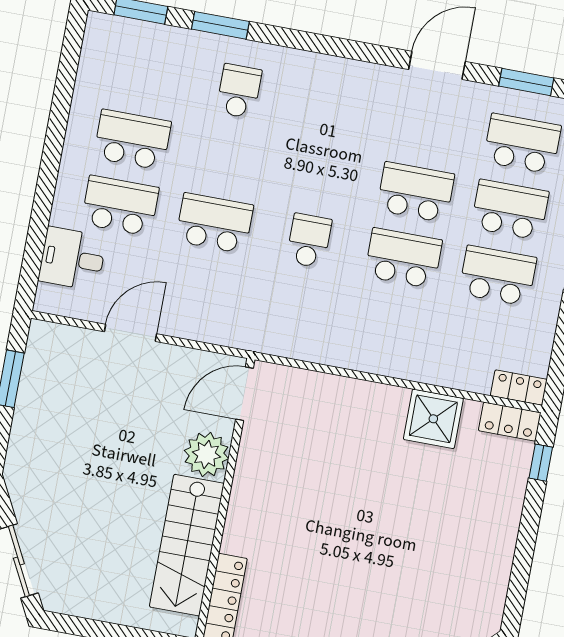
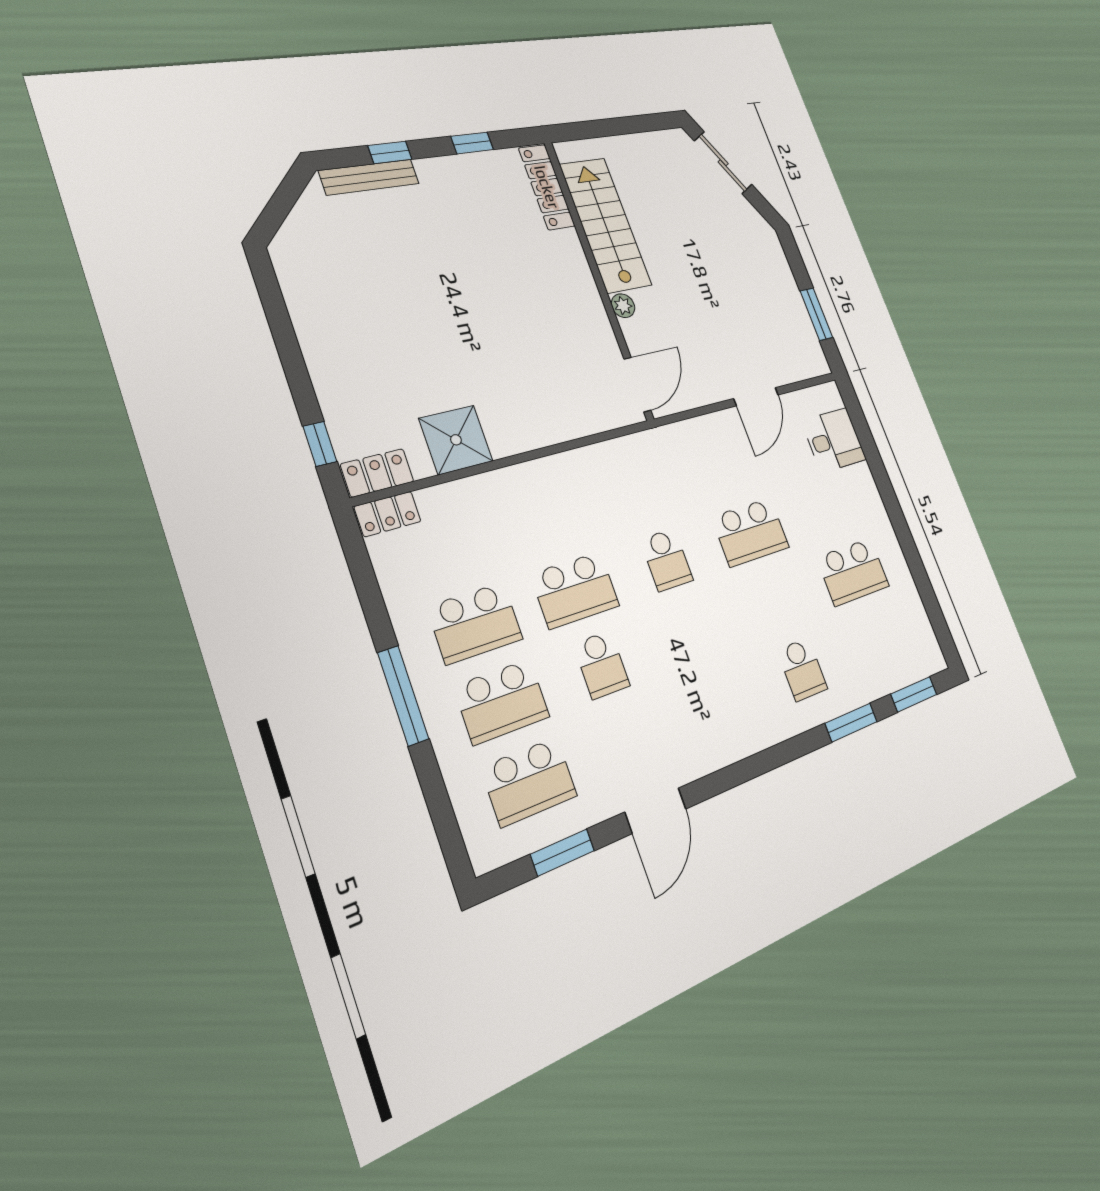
school desk: (416, 192) -> (602, 665), width x0.54
school desk: (120, 206) -> (828, 507), removed
plant: (206, 454) -> (623, 306), width x0.53, depth x0.53

